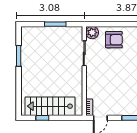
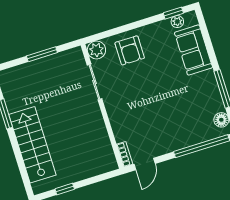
armchair: (114, 40) -> (130, 50), turned 90
stairs: (50, 106) -> (32, 145), moved, turned 90

